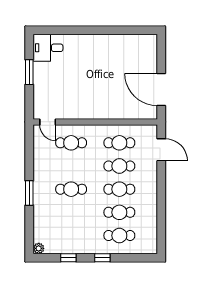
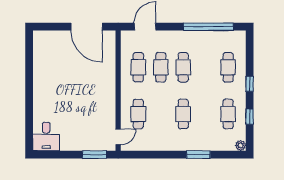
window: (29, 72) -> (94, 155), moved
door: (161, 89) -> (87, 27), hinge flipped
window: (29, 193) -> (198, 155), moved
cafe table: (119, 212) -> (228, 114), moved
window: (161, 215) -> (208, 27), added

